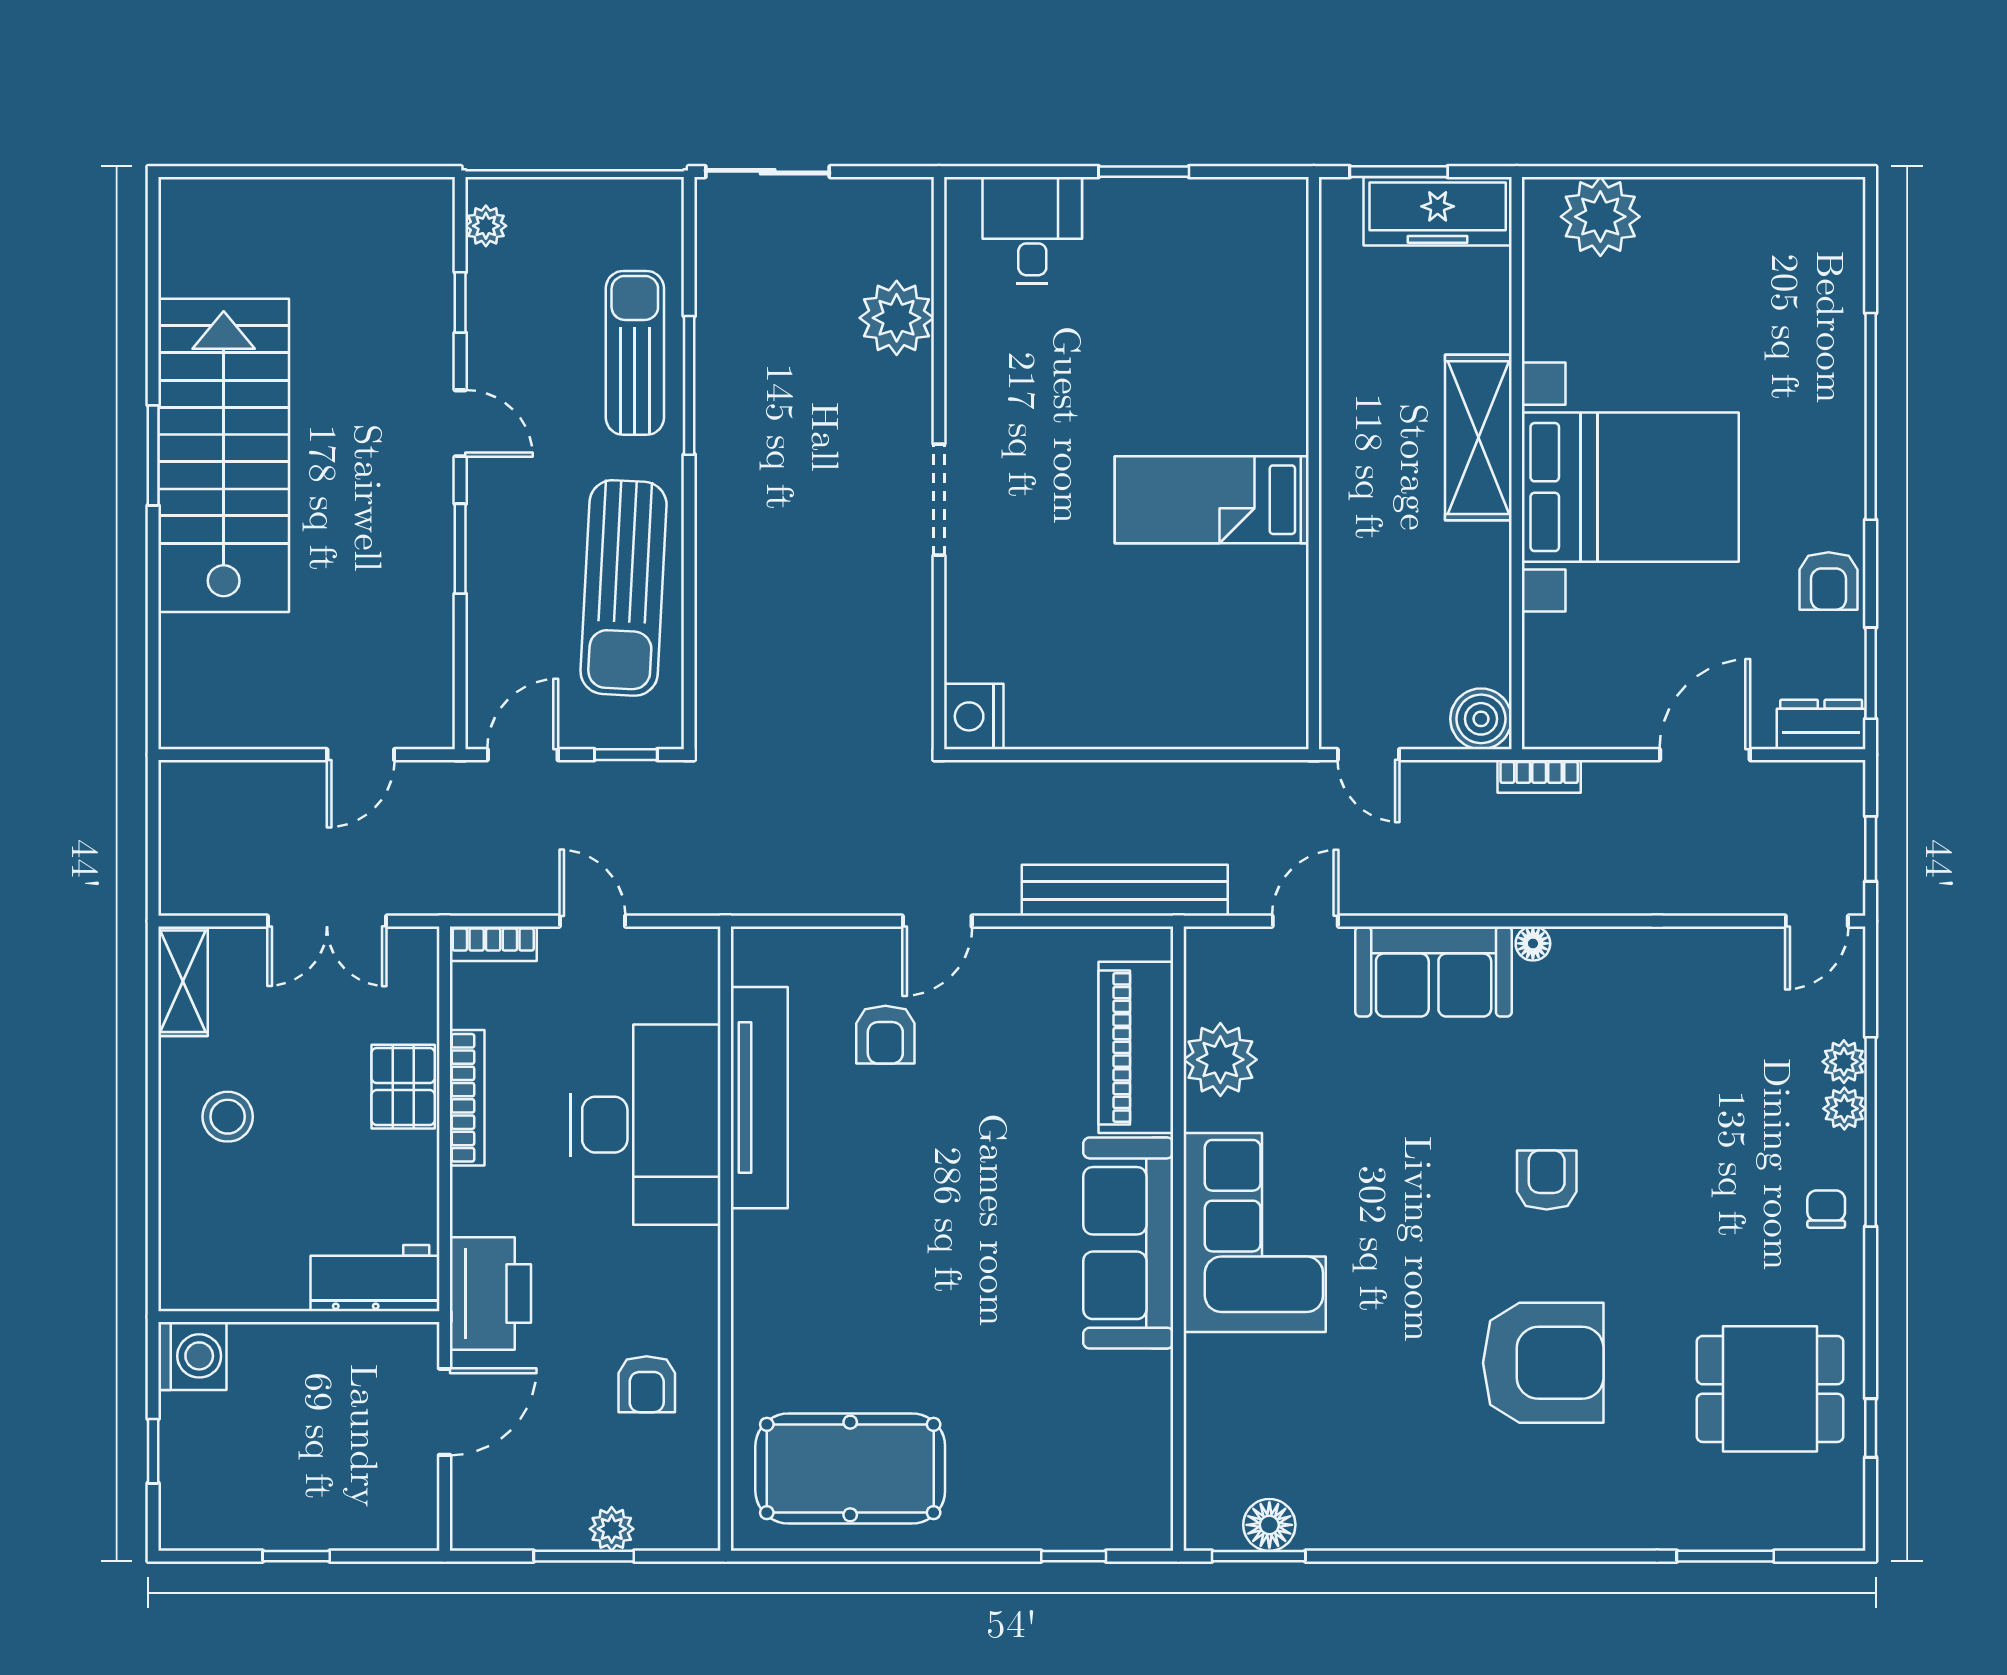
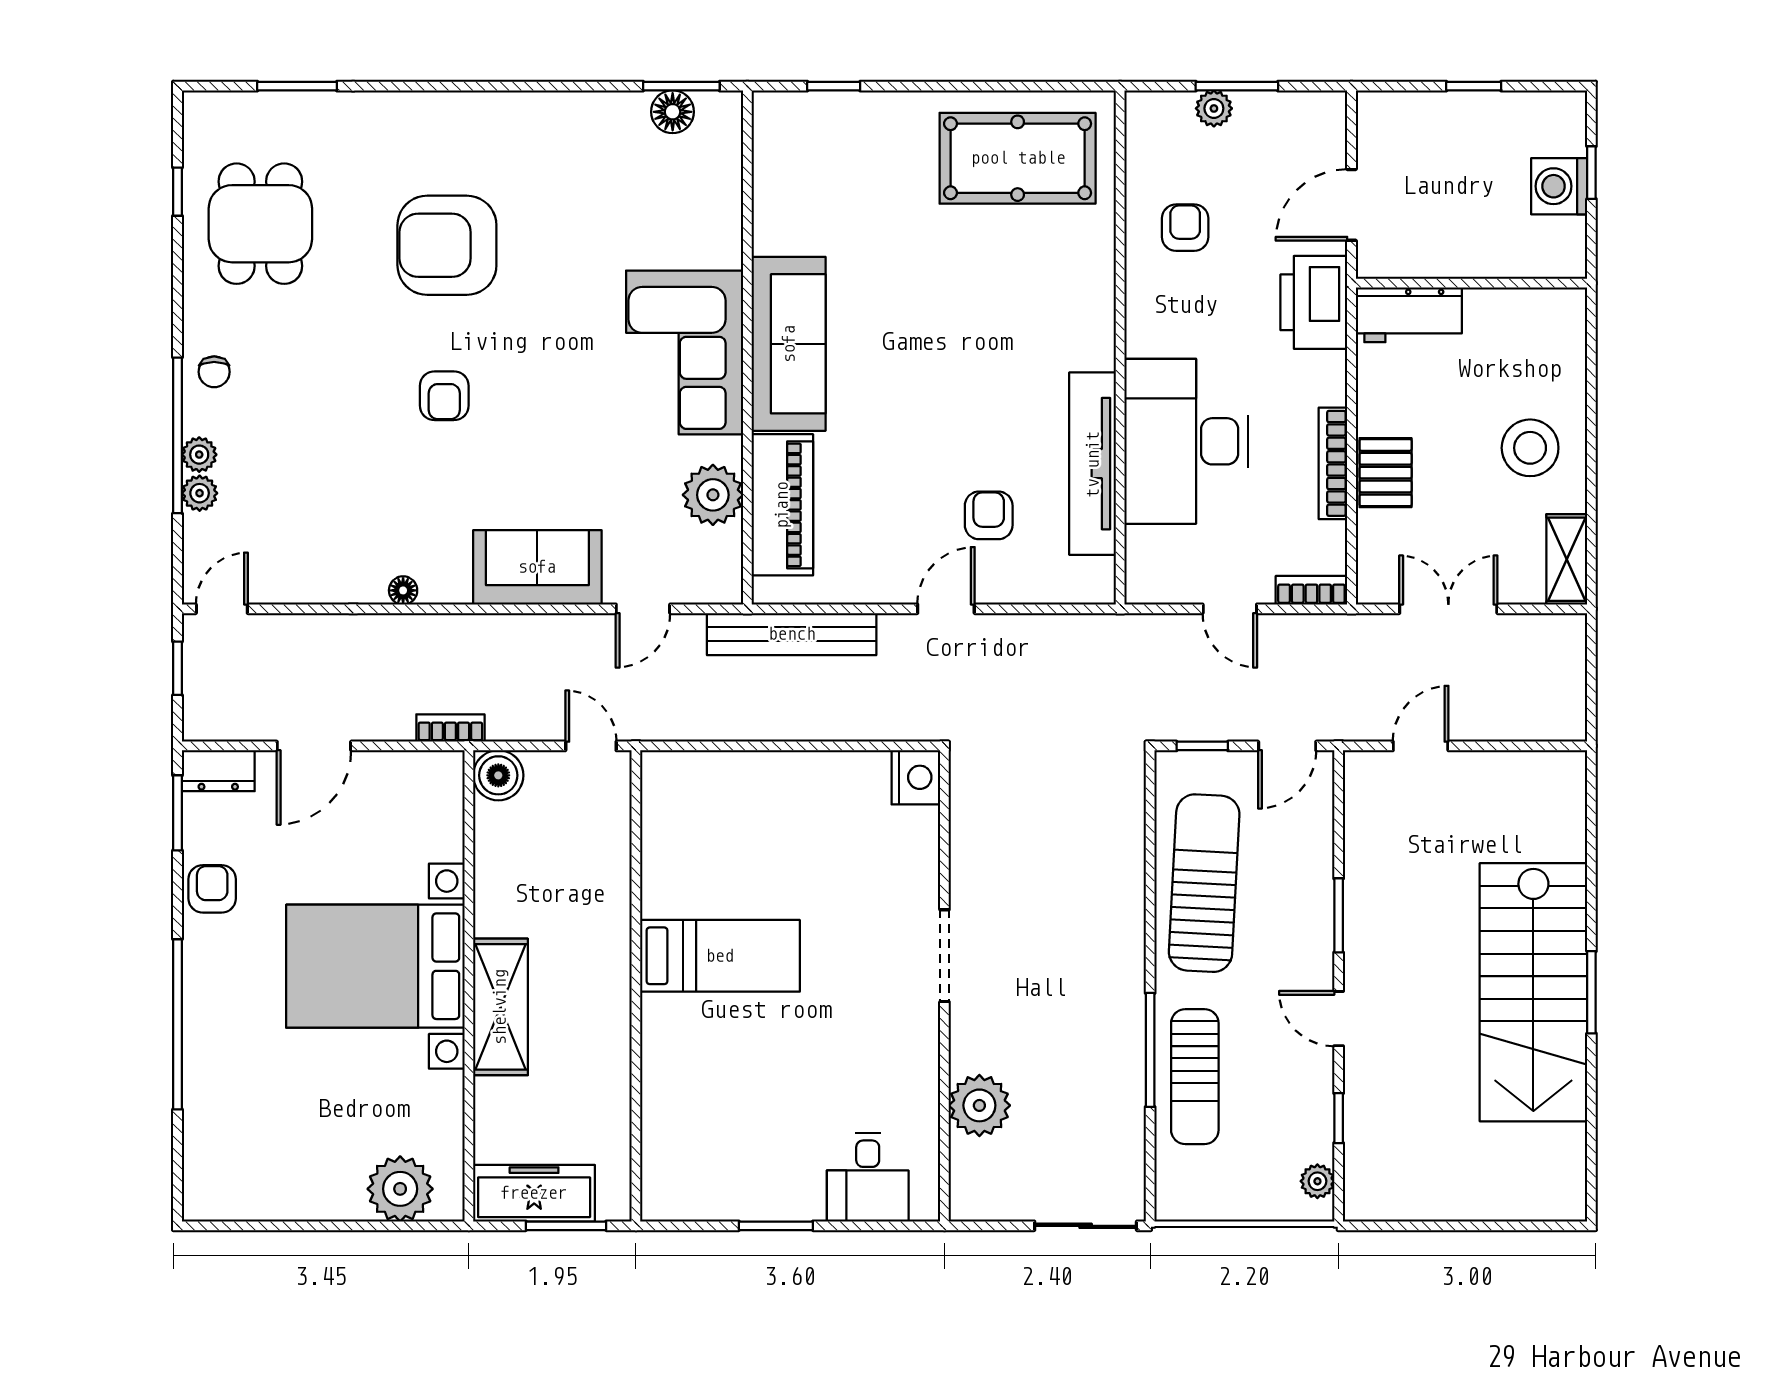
floor lamp: (1533, 943) -> (403, 590), moved
stool: (228, 1117) -> (1530, 448), width x1.38, depth x1.38
washing machine: (192, 1356) -> (1559, 186), moved
dining table: (1770, 1389) -> (260, 224), turned 90

